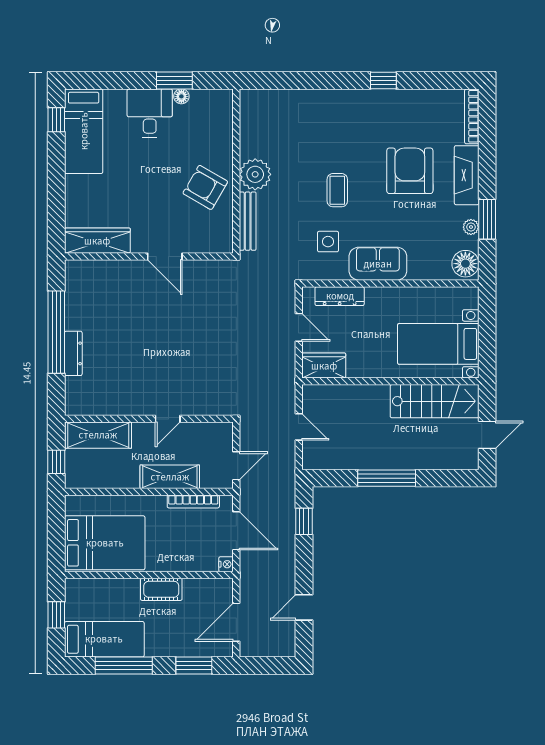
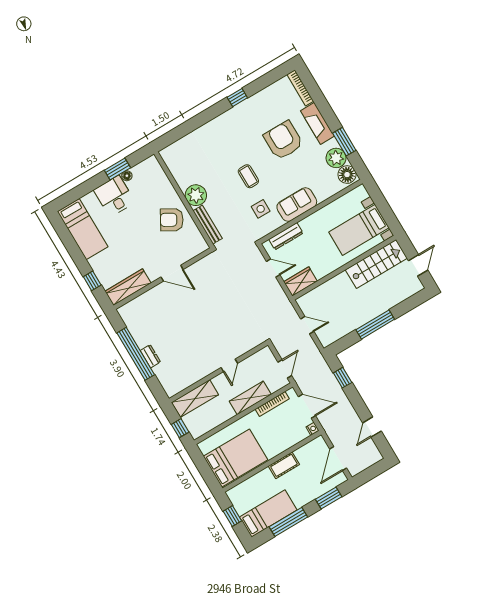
window: (56, 120) -> (92, 281), moved
plant: (471, 227) -> (336, 158), width x1.88, depth x1.88
dresser: (73, 353) -> (150, 356), width x0.70

